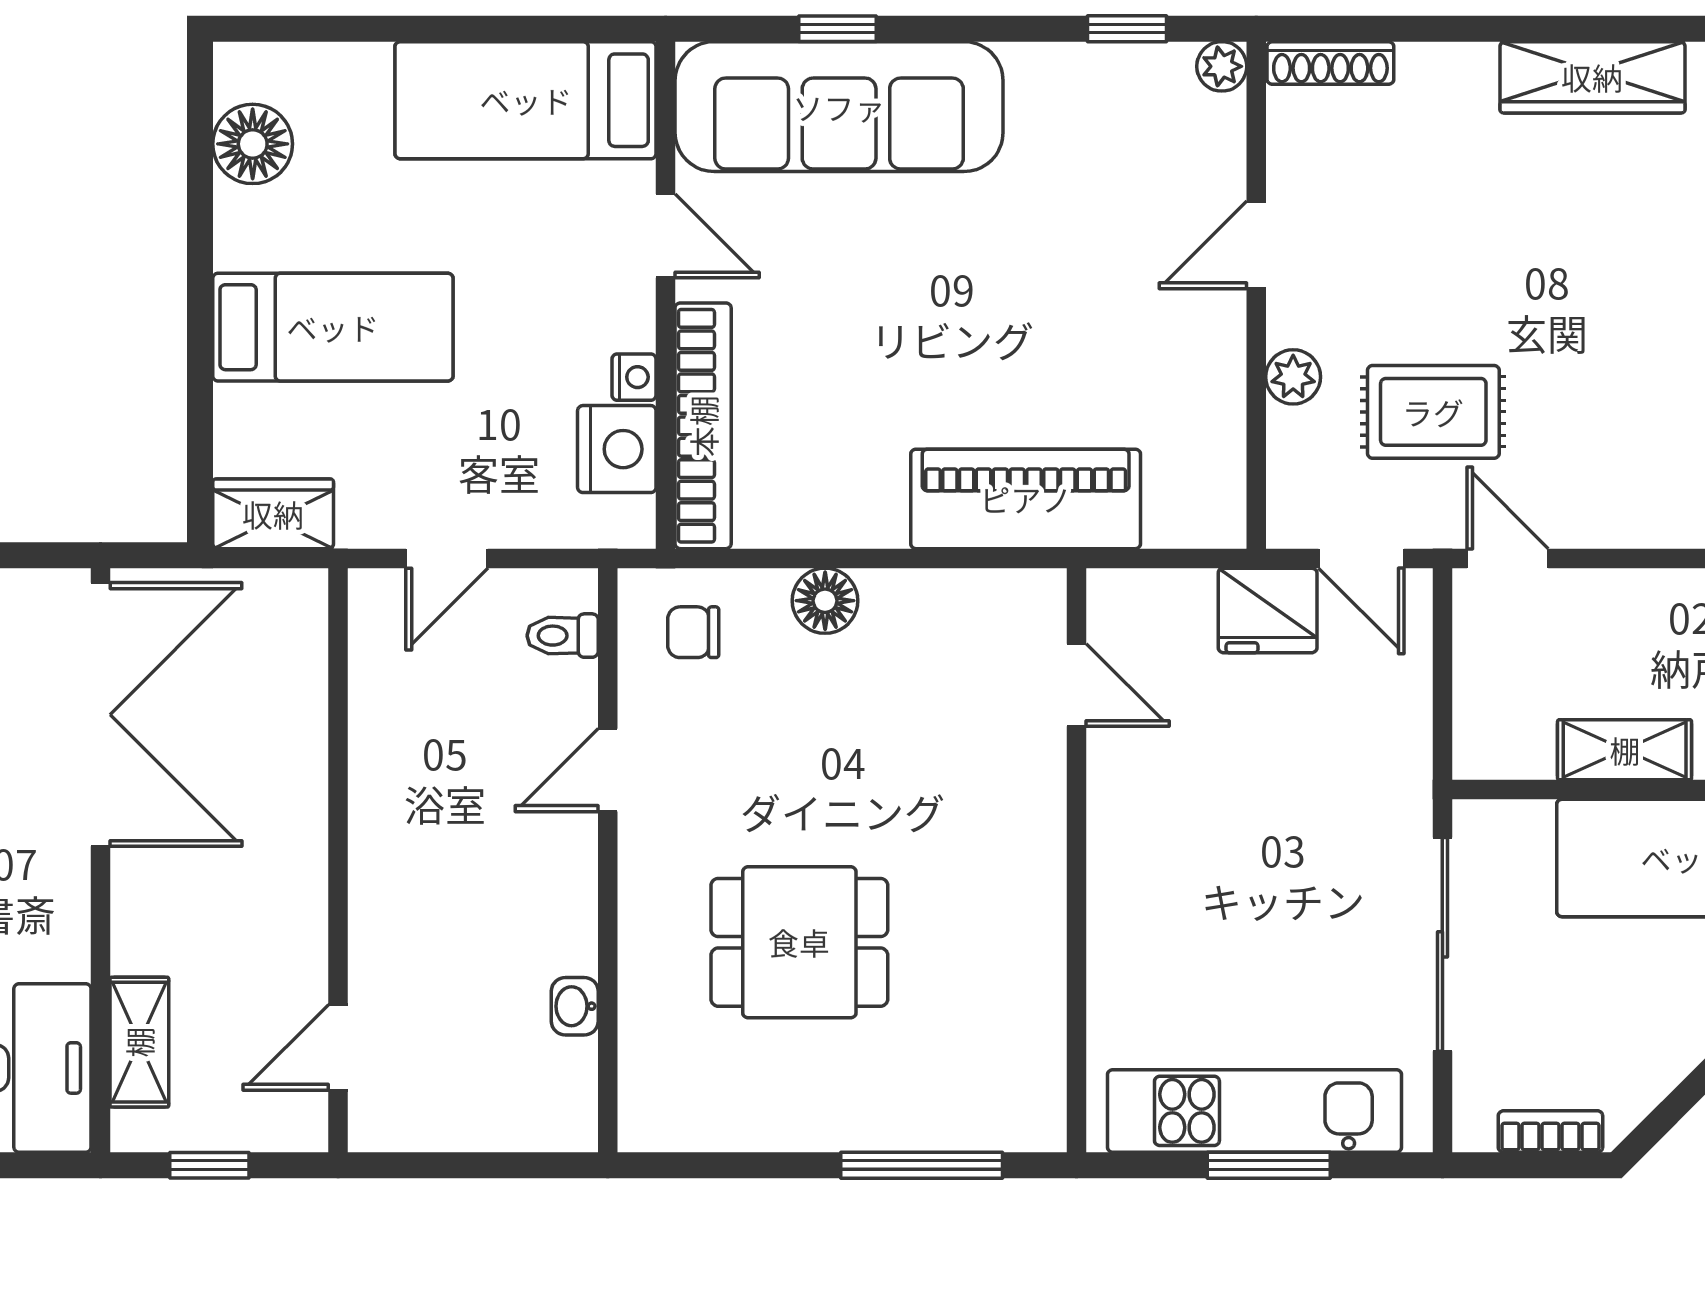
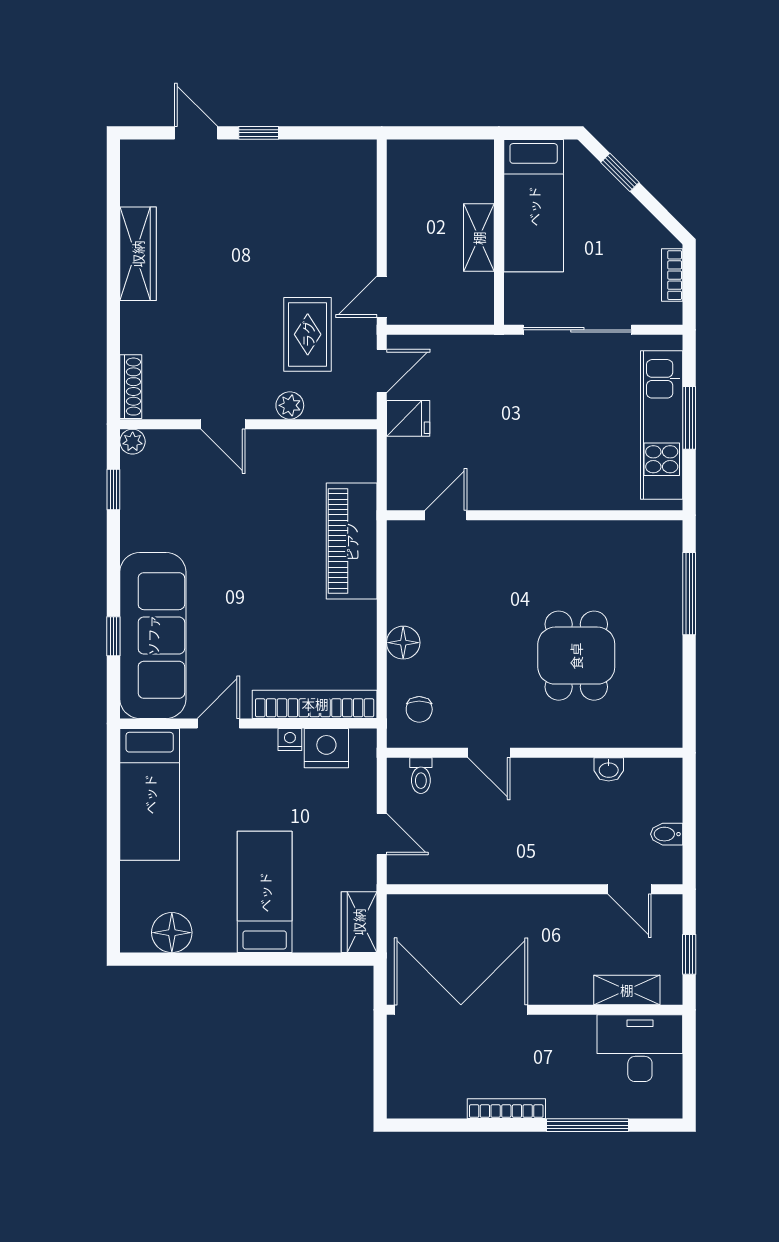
fridge: (1268, 610) -> (408, 418), width x0.72
bidet: (447, 1121) -> (667, 834), added

